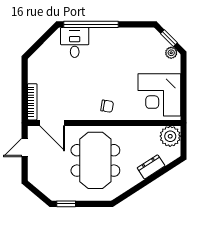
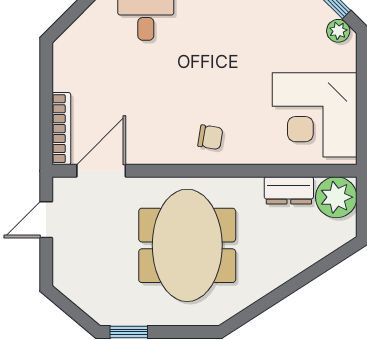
door: (52, 123) -> (101, 171), swing flipped
dresser: (151, 167) -> (289, 190), moved, turned -147

